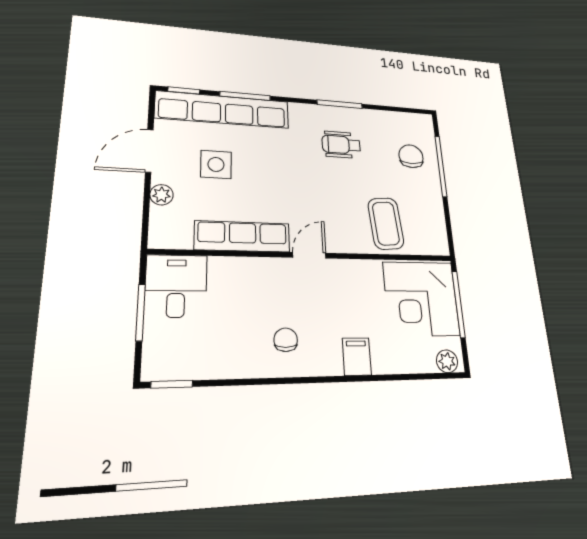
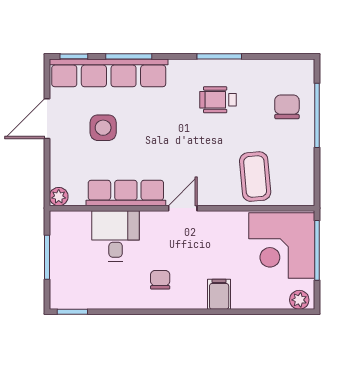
plant: (162, 195) -> (59, 197), moved
desk: (176, 286) -> (116, 236), moved

